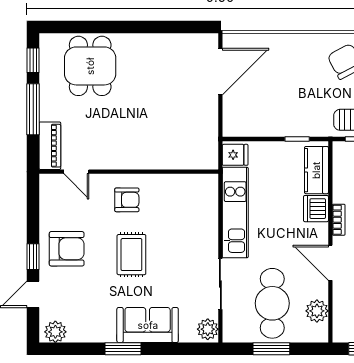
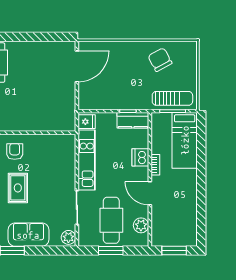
kitchen counter: (316, 170) -> (133, 120), moved, turned -90
armchair: (127, 200) -> (15, 152), turned -90

